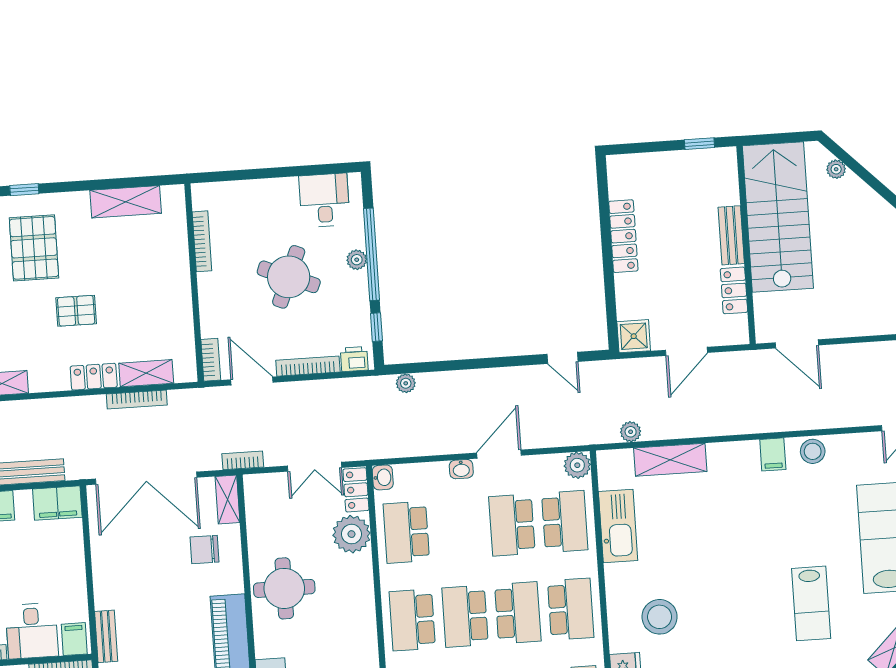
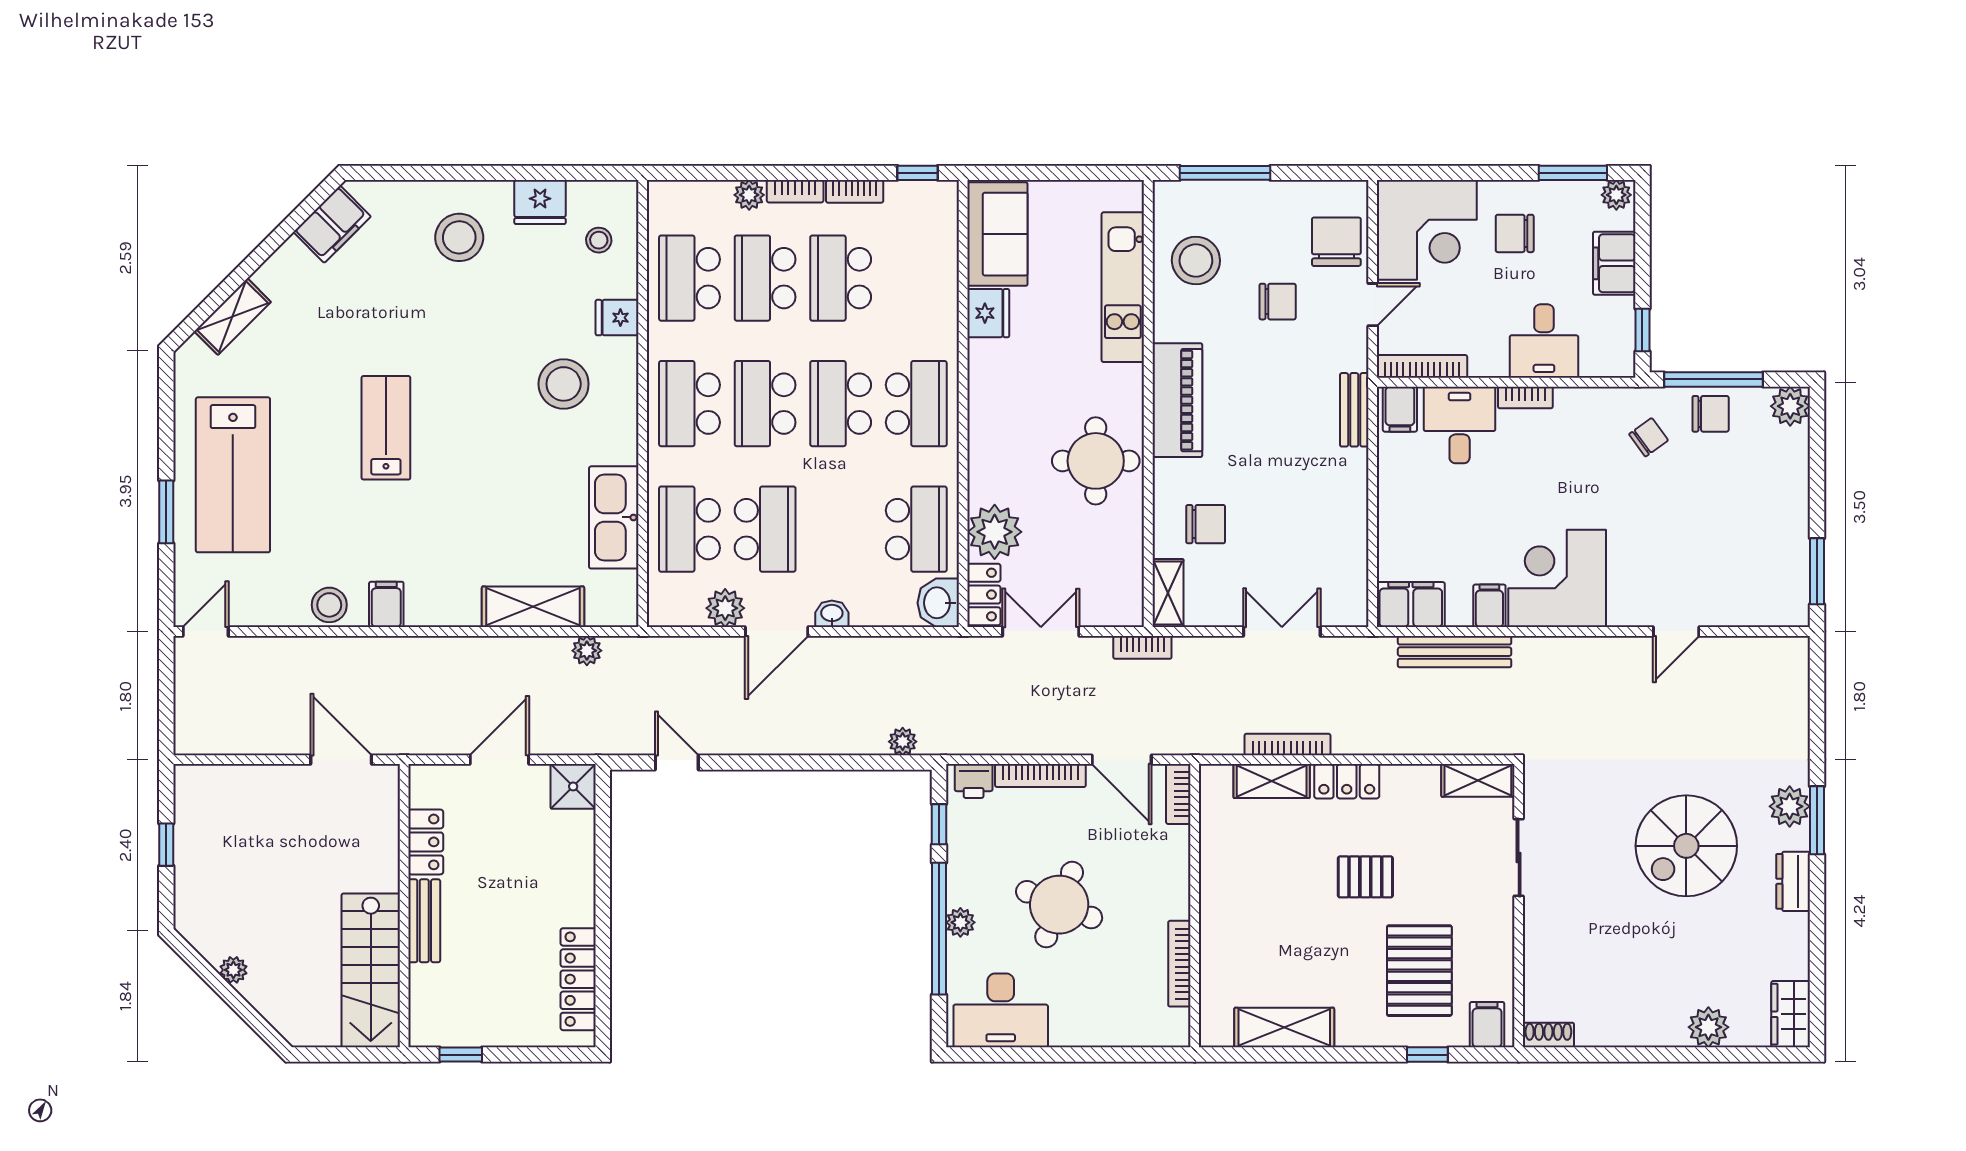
plant: (836, 169) -> (233, 970), moved
desk: (324, 200) -> (1001, 1010), width x1.37
stairs: (778, 217) -> (371, 970), width x0.73, depth x0.66
locker: (623, 236) -> (578, 979), moved
plant: (577, 465) -> (725, 608), moved
washbasin: (383, 477) -> (938, 603), width x1.38, depth x1.45
double door: (146, 478) -> (1282, 631), width x0.54
lab bench: (811, 603) -> (386, 428), moved
school desk: (465, 616) -> (841, 404), turned 180

